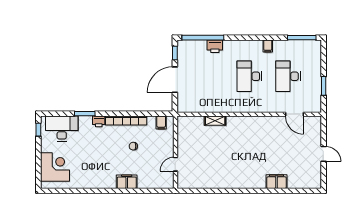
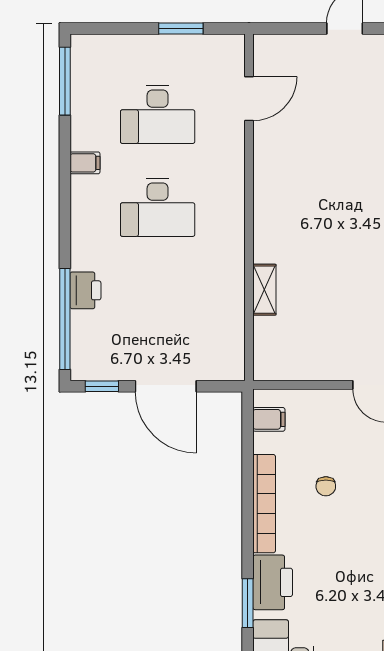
printer: (99, 121) -> (273, 582), width x1.87, depth x1.48

